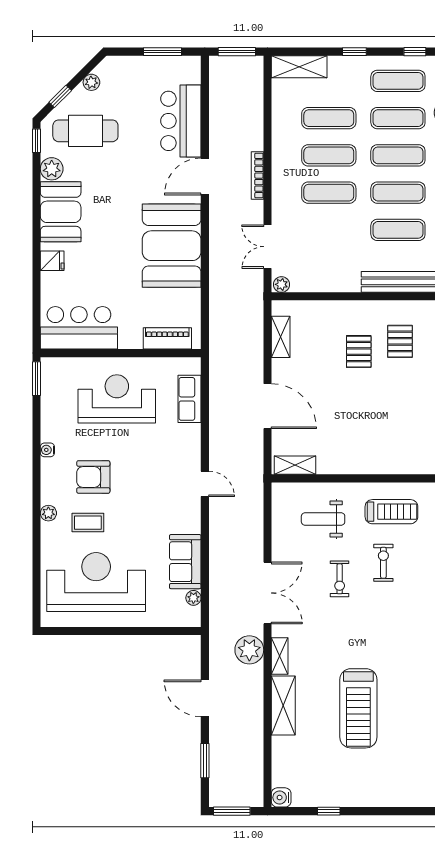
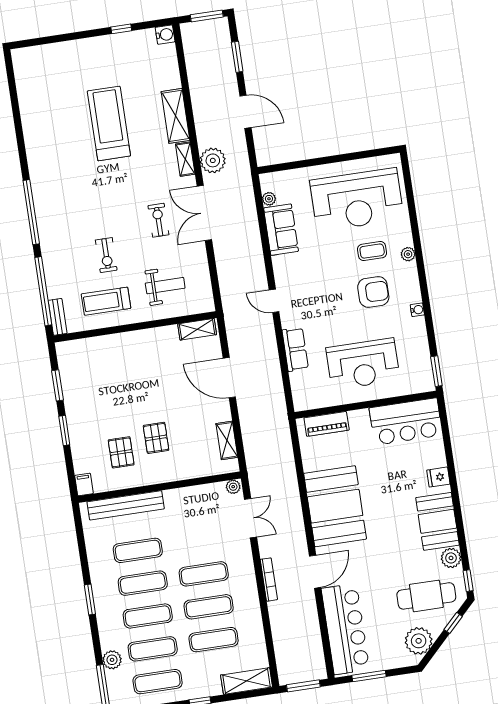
plant: (91, 82) -> (419, 641), width x1.87, depth x1.87
bar counter: (181, 121) -> (345, 629), width x1.36
row of seats: (190, 399) -> (295, 349), moved
exercise bike: (340, 579) -> (158, 220), moved

